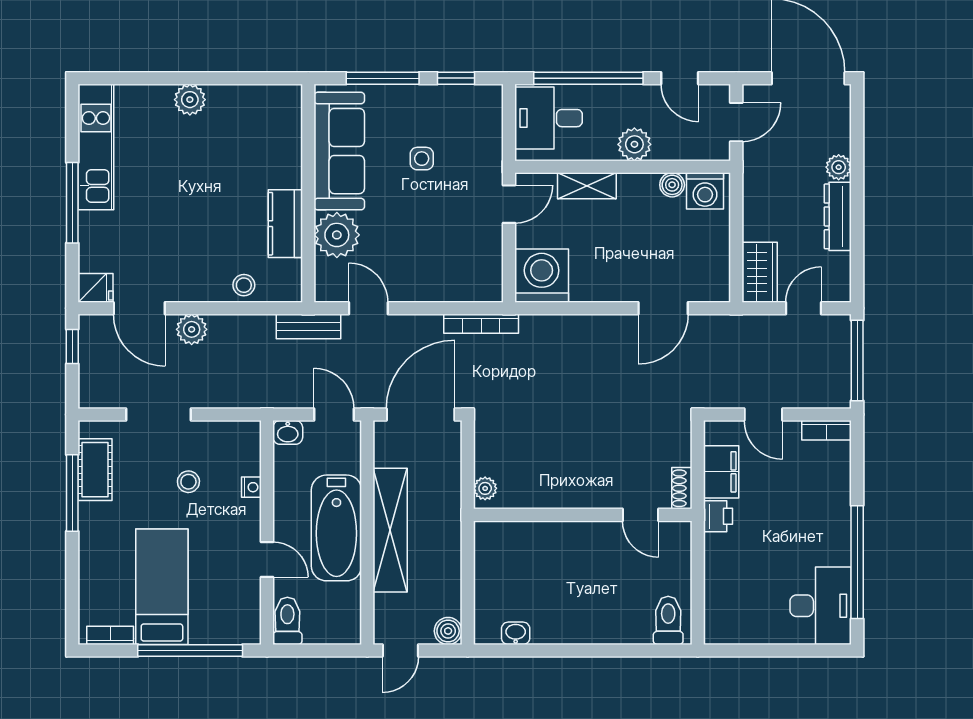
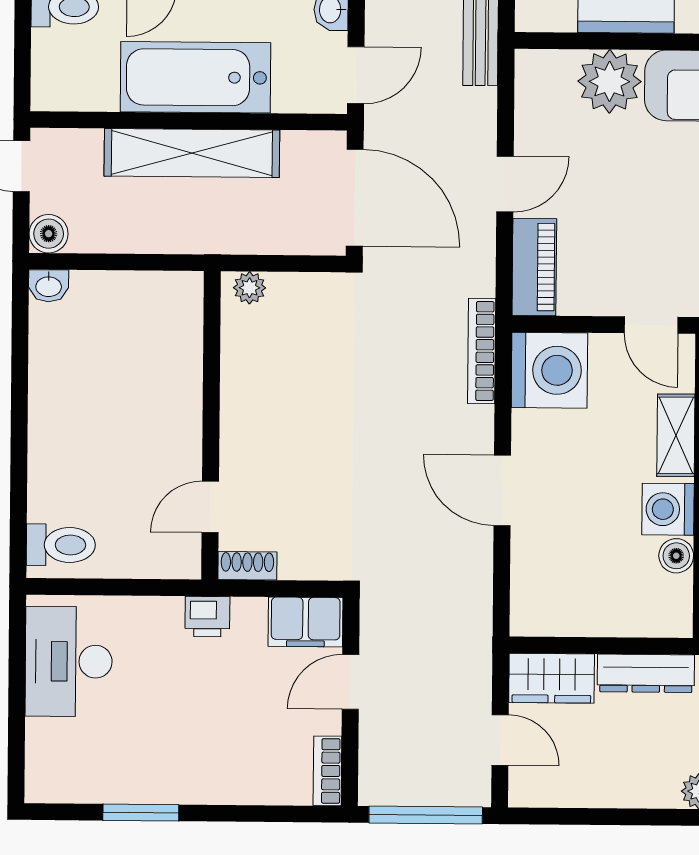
washing machine: (705, 191) -> (668, 509), moved
dresser: (838, 216) -> (646, 673), moved, turned 180
piano: (469, 287) -> (534, 267), added
door: (368, 308) -> (505, 184), moved
door: (663, 308) -> (502, 490), moved
bookcase: (481, 324) -> (482, 351), moved
filing cabinet: (721, 472) -> (306, 622), moved
window: (857, 562) -> (141, 813), width x0.47
desk: (821, 606) -> (69, 661), moved, turned 90
washbasin: (516, 633) -> (49, 286), moved, turned 90

